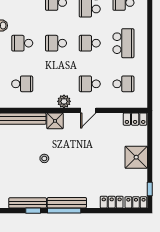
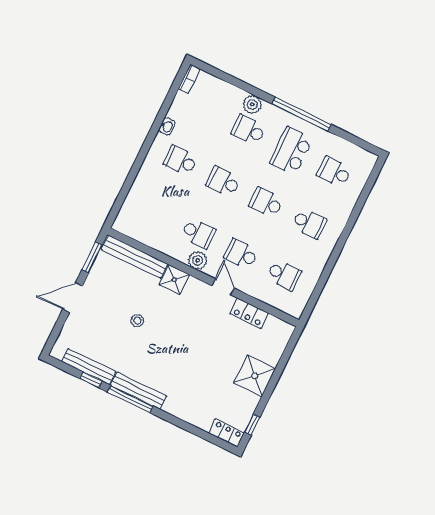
school desk: (123, 43) -> (309, 223), width x0.54
school desk: (22, 84) -> (198, 233), moved
door: (88, 110) -> (223, 287), swing flipped
locker: (135, 119) -> (249, 313), moved
locker: (112, 202) -> (196, 418), removed

